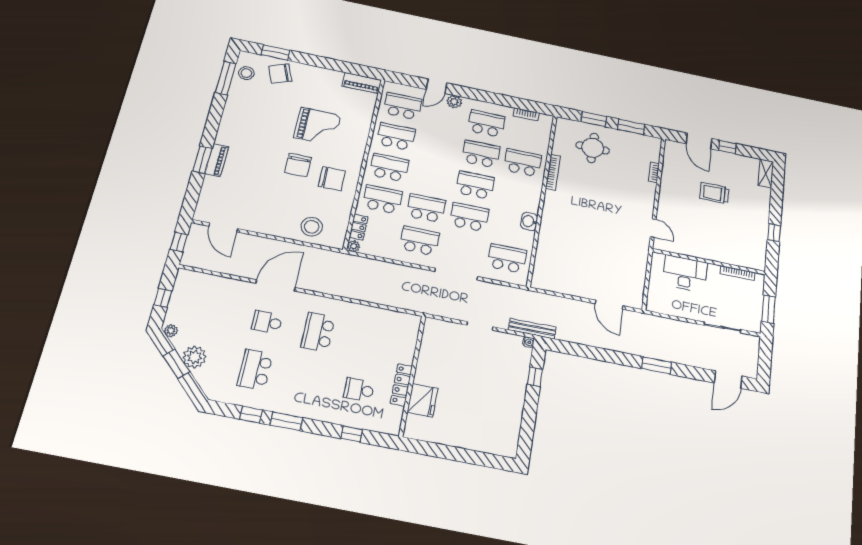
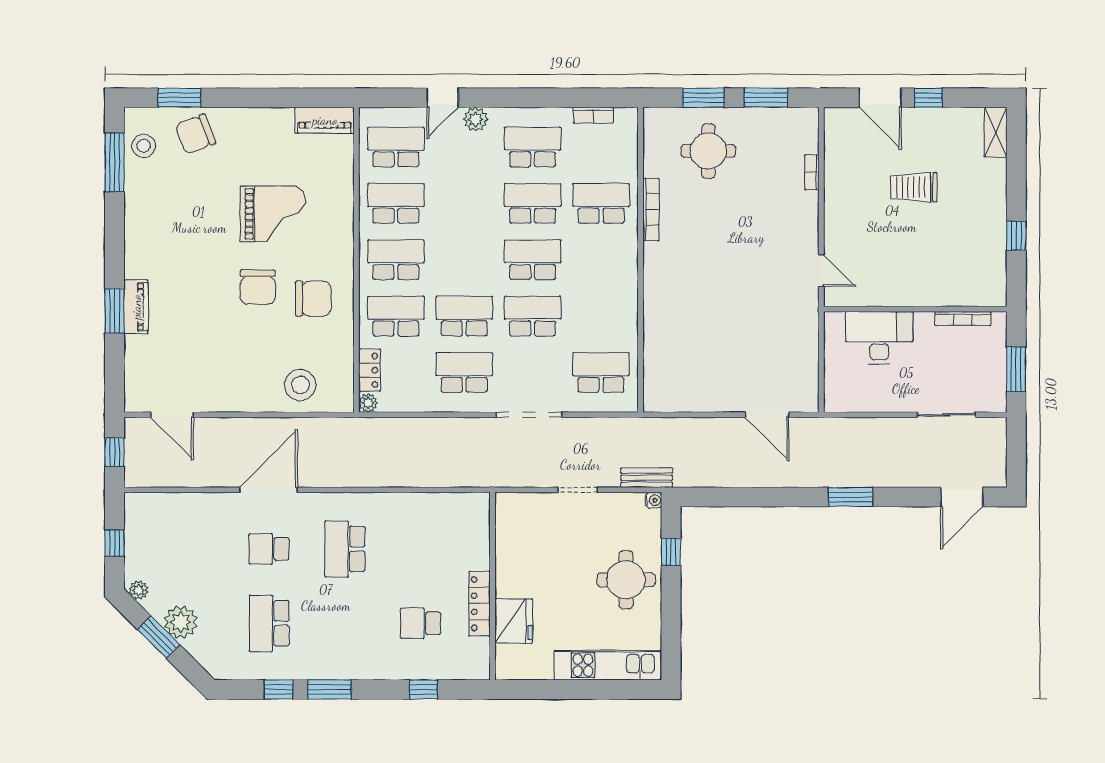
washbasin: (529, 221) -> (626, 303), removed
bench: (532, 329) -> (647, 478), width x0.73
round table: (502, 389) -> (626, 580), added
kitchen unit: (481, 442) -> (607, 665), added

